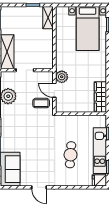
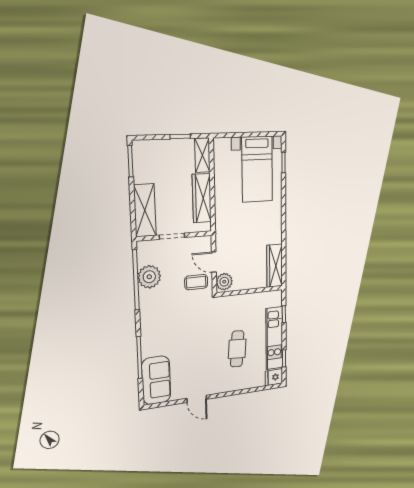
wardrobe: (47, 46) -> (202, 198), added
plant: (62, 77) -> (224, 282), moved

